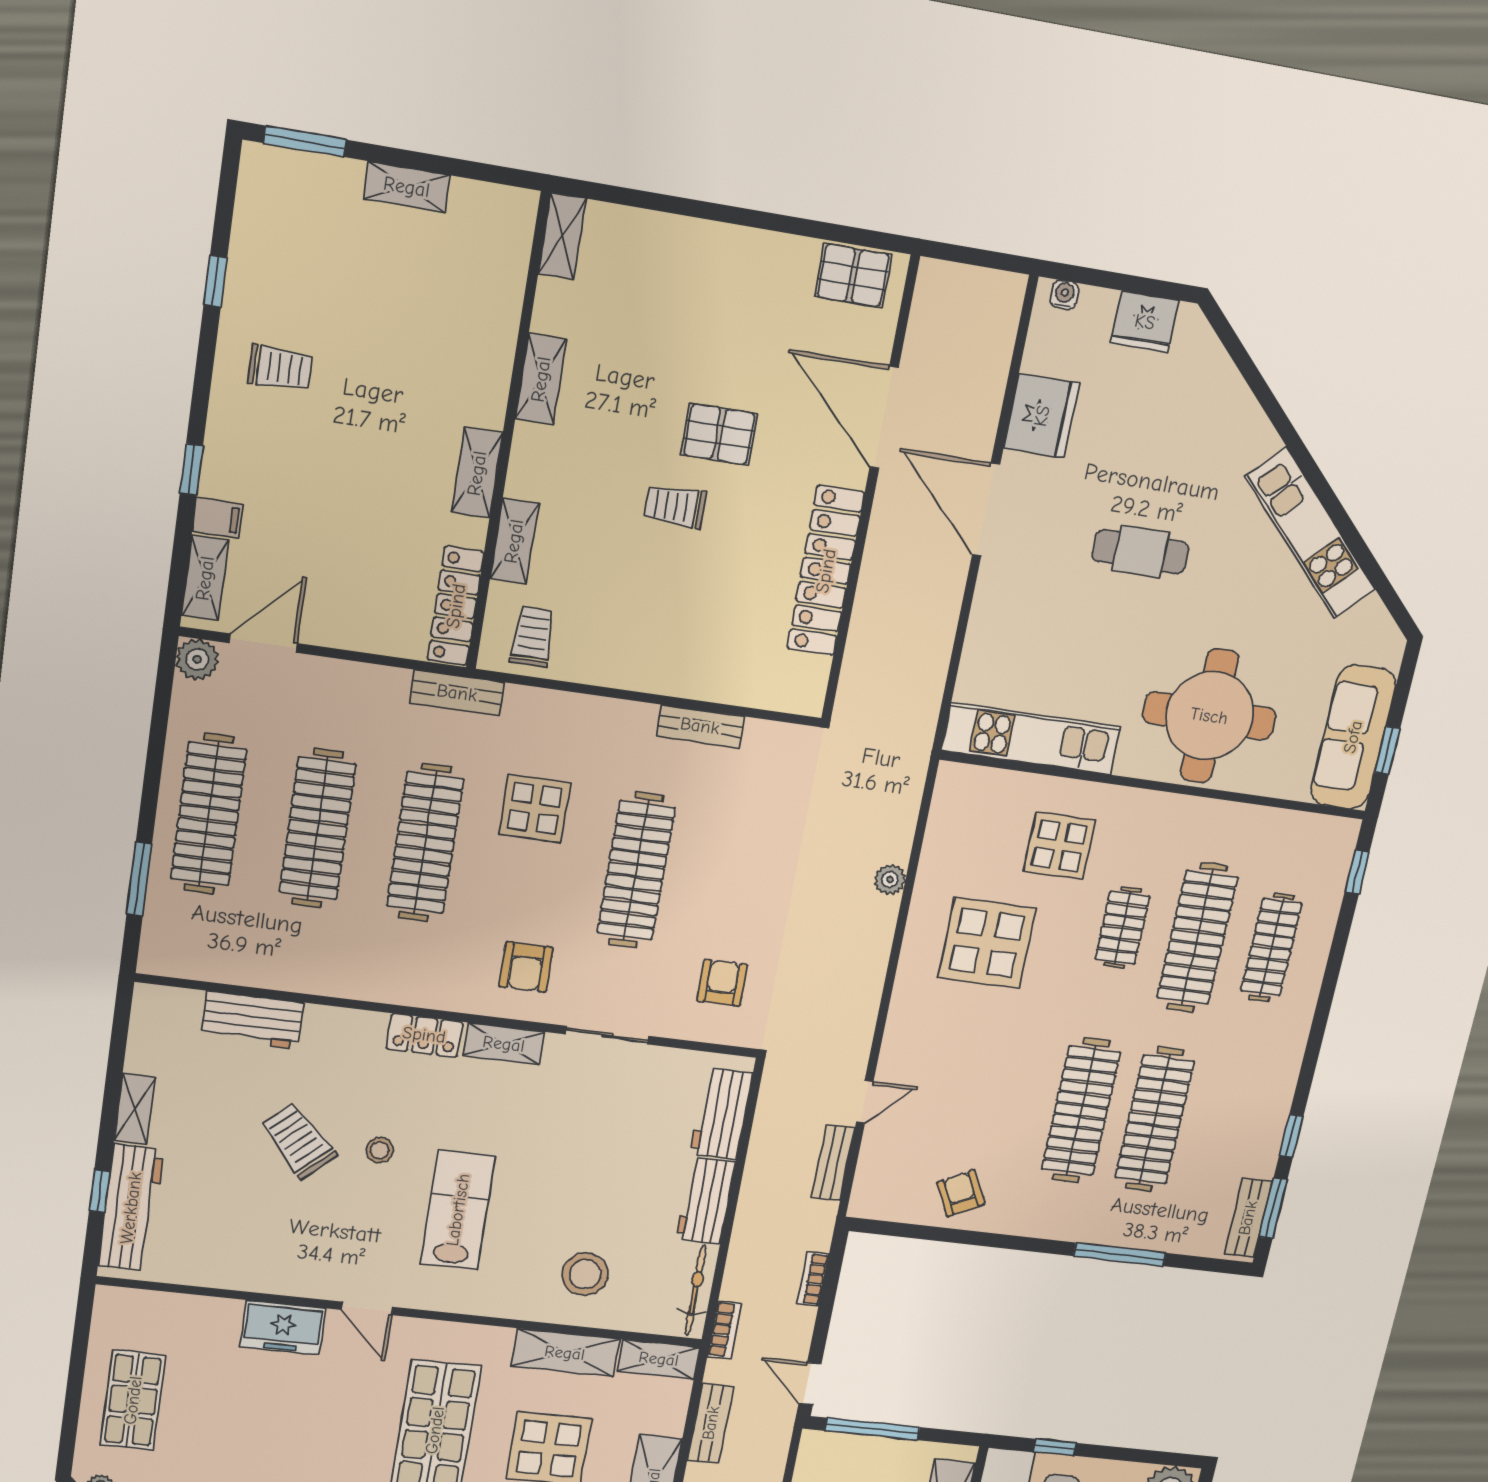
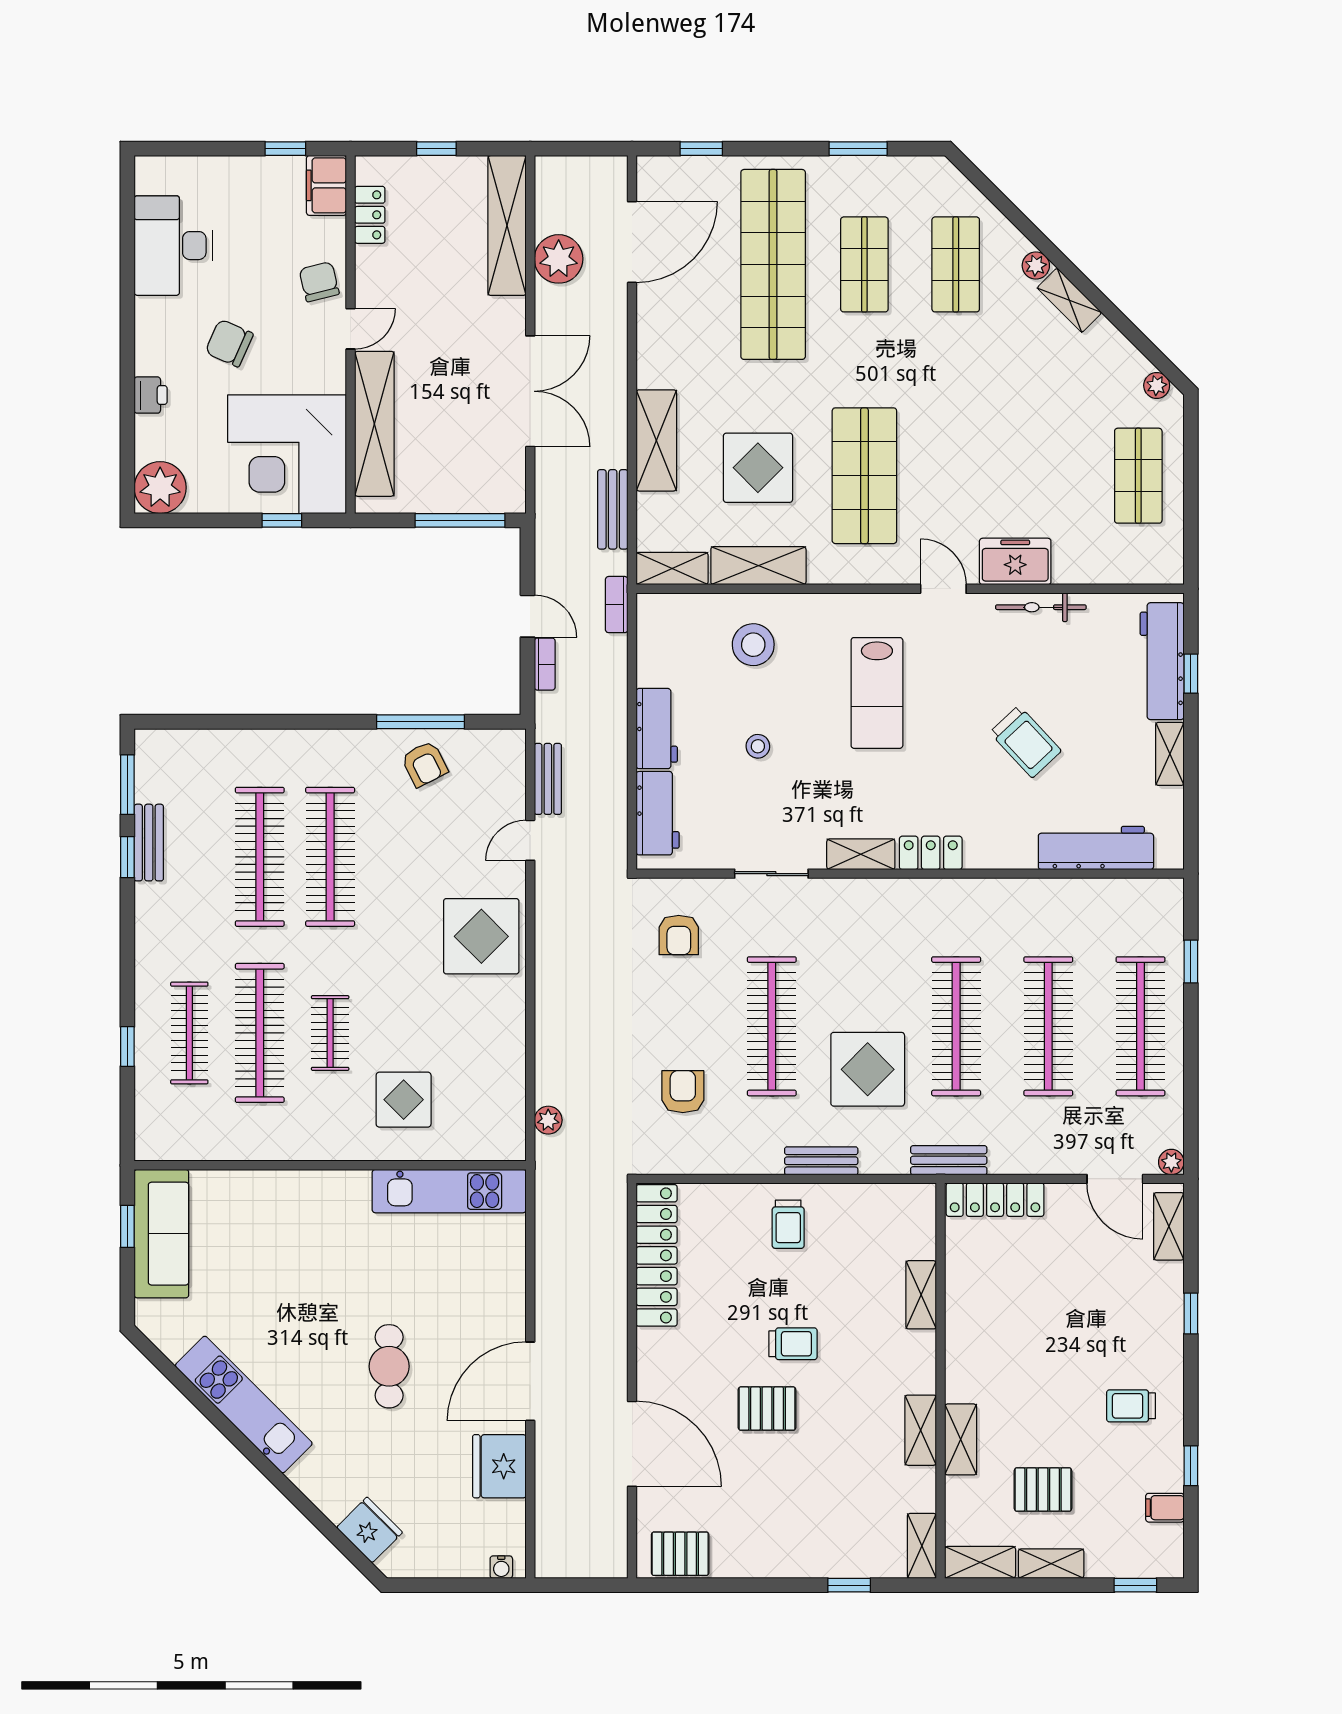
window: (305, 141) -> (1135, 1585), width x0.67
window: (658, 202) -> (849, 1585), added
shelving: (494, 203) -> (980, 1562), added
pallet: (403, 282) -> (1043, 1490), added
fridge: (1145, 322) -> (370, 1530), moved, turned 45
shelving: (477, 473) -> (961, 1439), moved
door: (986, 510) -> (530, 1381), swing flipped
filing cabinet: (218, 518) -> (1165, 1508), moved
cafe table: (1141, 552) -> (389, 1366), turned 90
locker: (826, 571) -> (657, 1255), moved
locker: (456, 606) -> (995, 1200), moved, turned 90
trolley: (533, 637) -> (788, 1224), moved
door: (263, 643) -> (1115, 1179), hinge flipped
plant: (197, 659) -> (1171, 1162), width x0.73, depth x0.73
round table: (1209, 716) -> (296, 1234), removed
bench: (700, 726) -> (821, 1161), moved
display table: (535, 809) -> (868, 1069), width x1.36, depth x1.36
window: (1357, 872) -> (127, 1047), moved
window: (139, 879) -> (1191, 962), width x0.67
plant: (890, 880) -> (548, 1120), moved
display table: (987, 943) -> (481, 936), moved
armchair: (526, 967) -> (683, 1092), moved
workbench: (252, 1020) -> (1096, 848), width x1.38
stool: (380, 1150) -> (758, 746), moved
bench: (1248, 1218) -> (149, 843), moved
window: (1120, 1254) -> (421, 722), moved
bicycle: (695, 1290) -> (1041, 607), moved, turned 90
door: (810, 1384) -> (528, 616), moved

